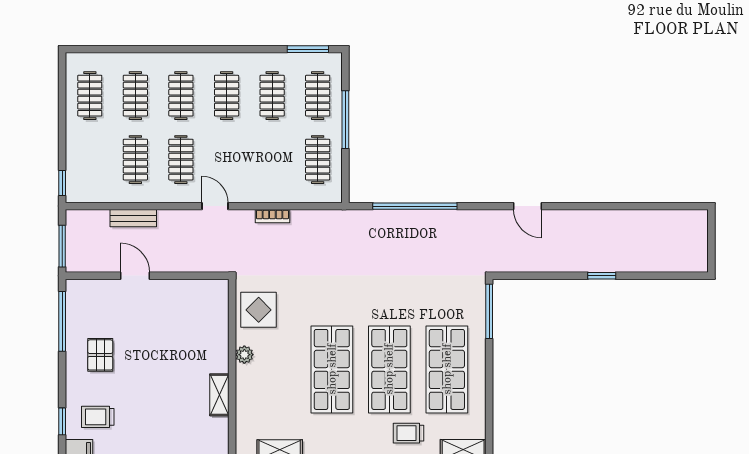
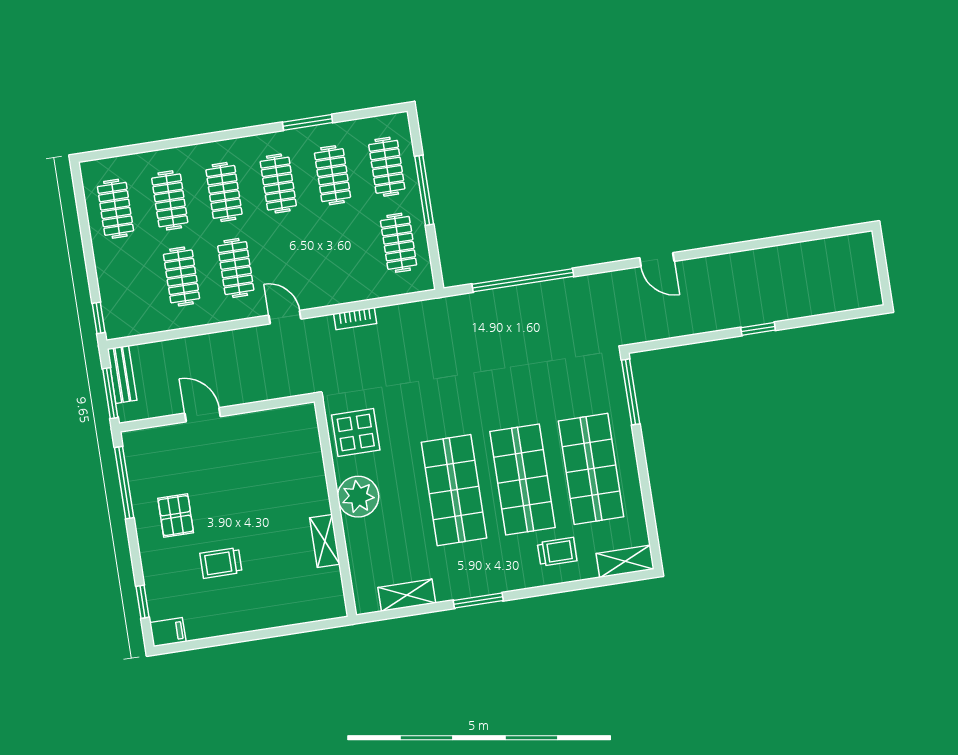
window: (308, 49) -> (308, 122), moved
bench: (133, 218) -> (122, 374), moved, turned 90
plant: (244, 355) -> (358, 497), width x1.87, depth x1.87
trolley: (98, 417) -> (221, 563), moved
trolley: (409, 433) -> (557, 552), turned 180

